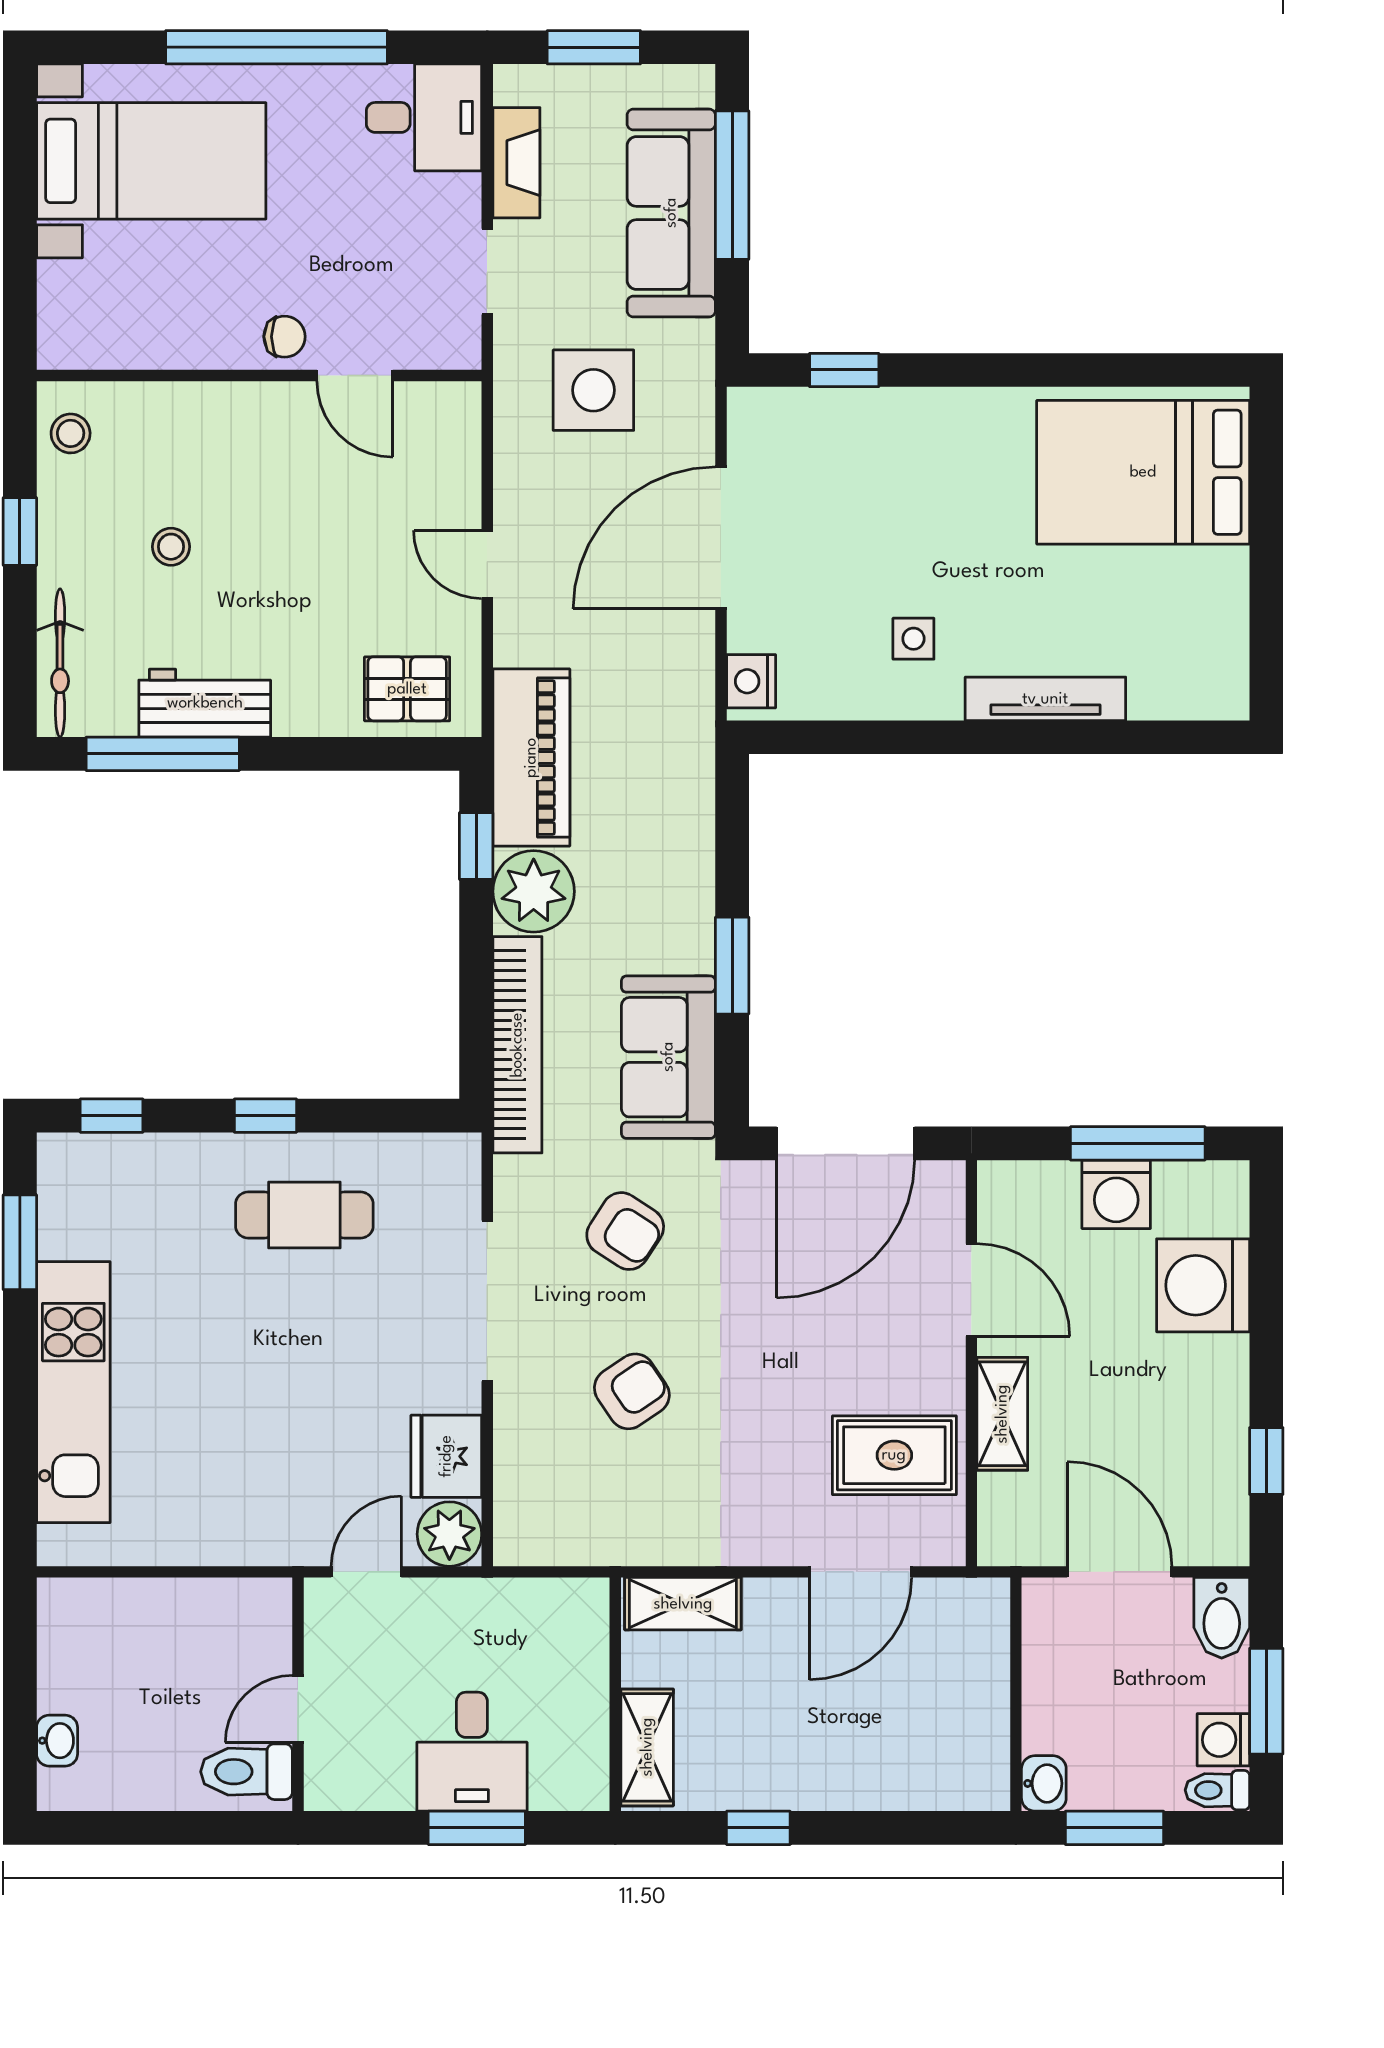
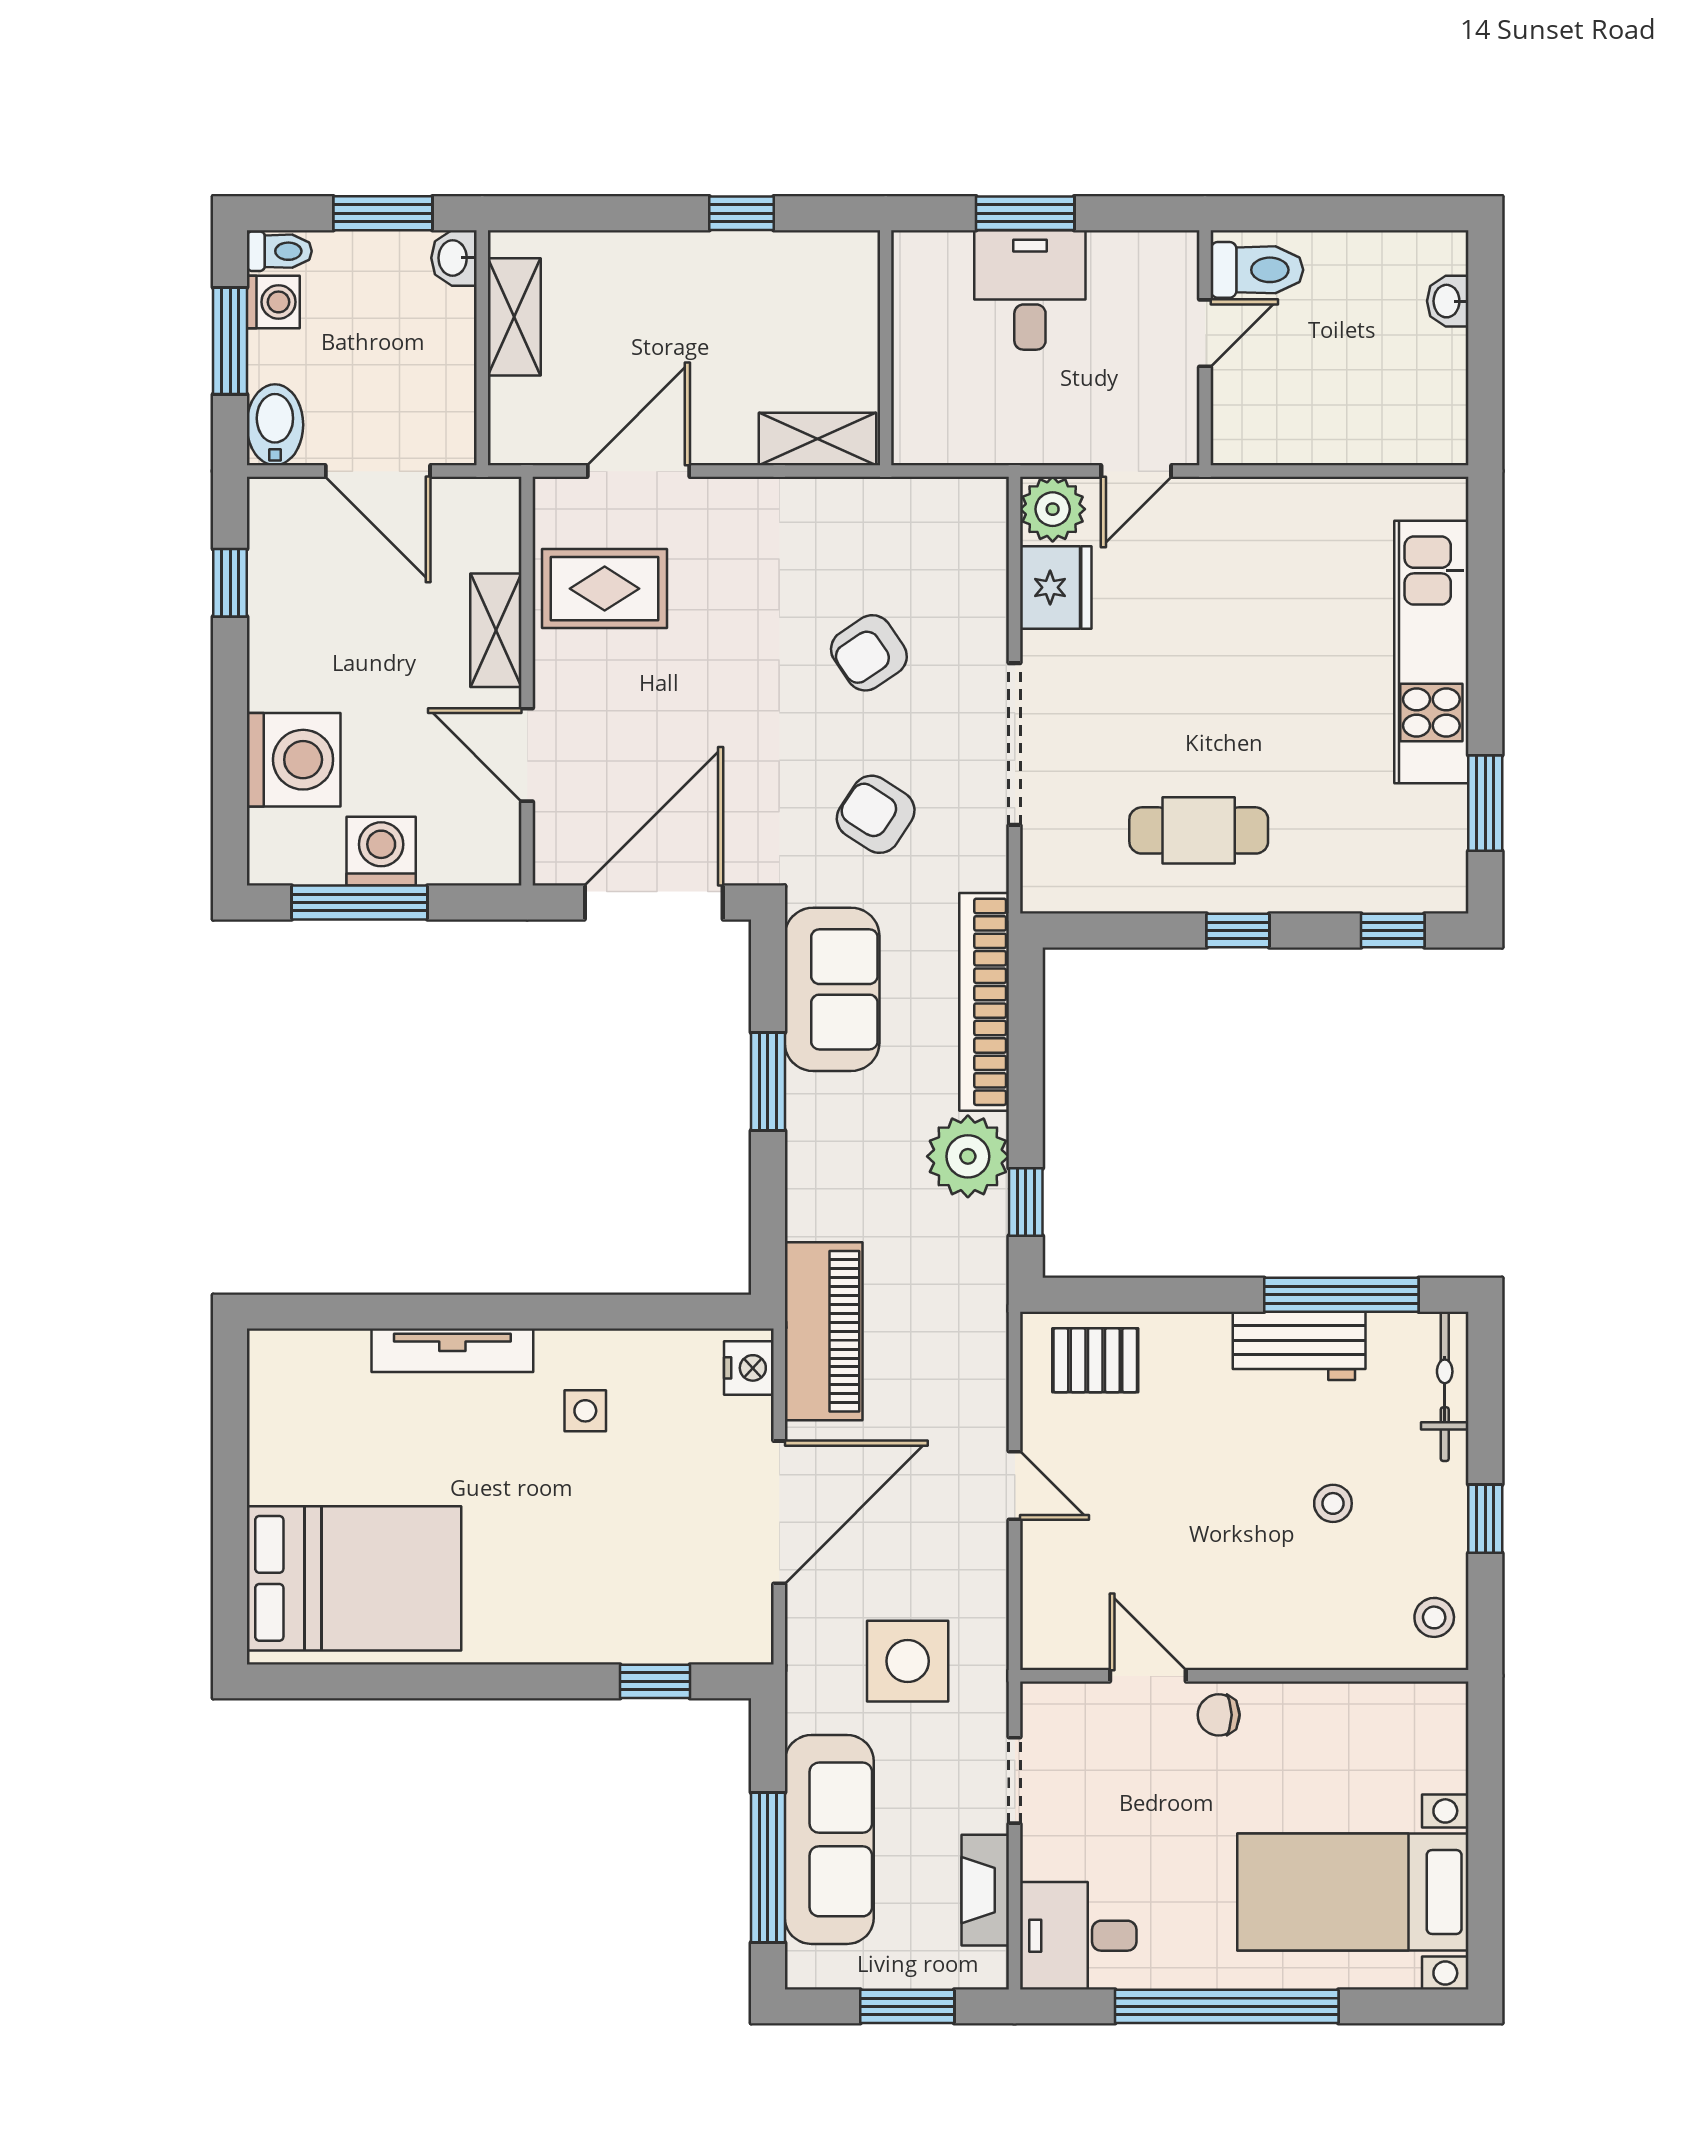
piano: (531, 758) -> (824, 1331), moved, turned 180
shelving: (647, 1747) -> (514, 317), moved

